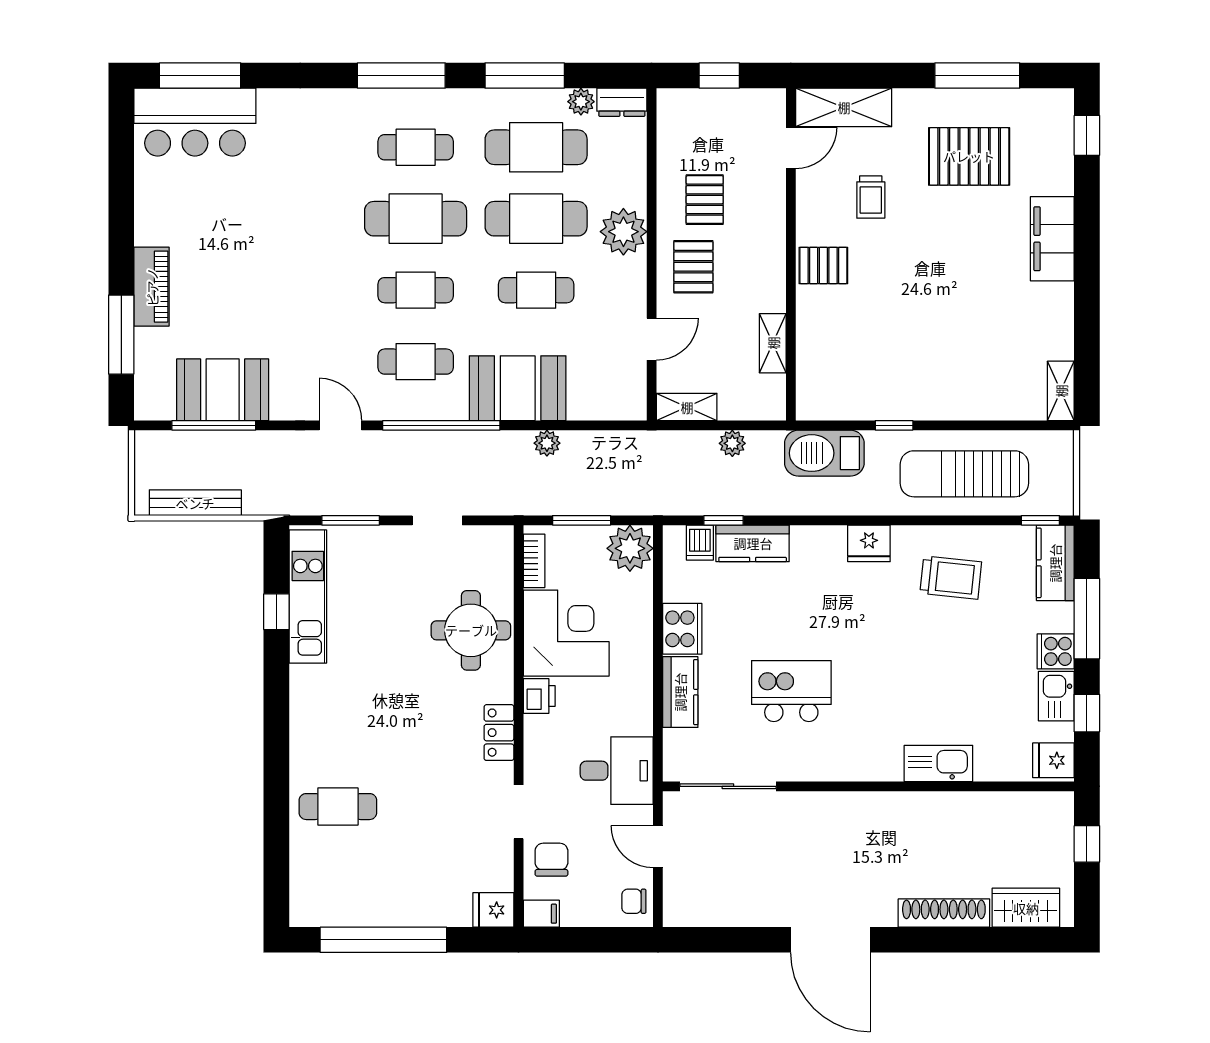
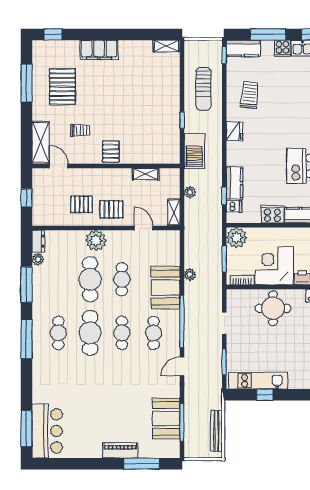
cafe table: (536, 147) -> (58, 279), removed
sun lounger: (964, 474) -> (203, 89), width x0.73, depth x0.75

